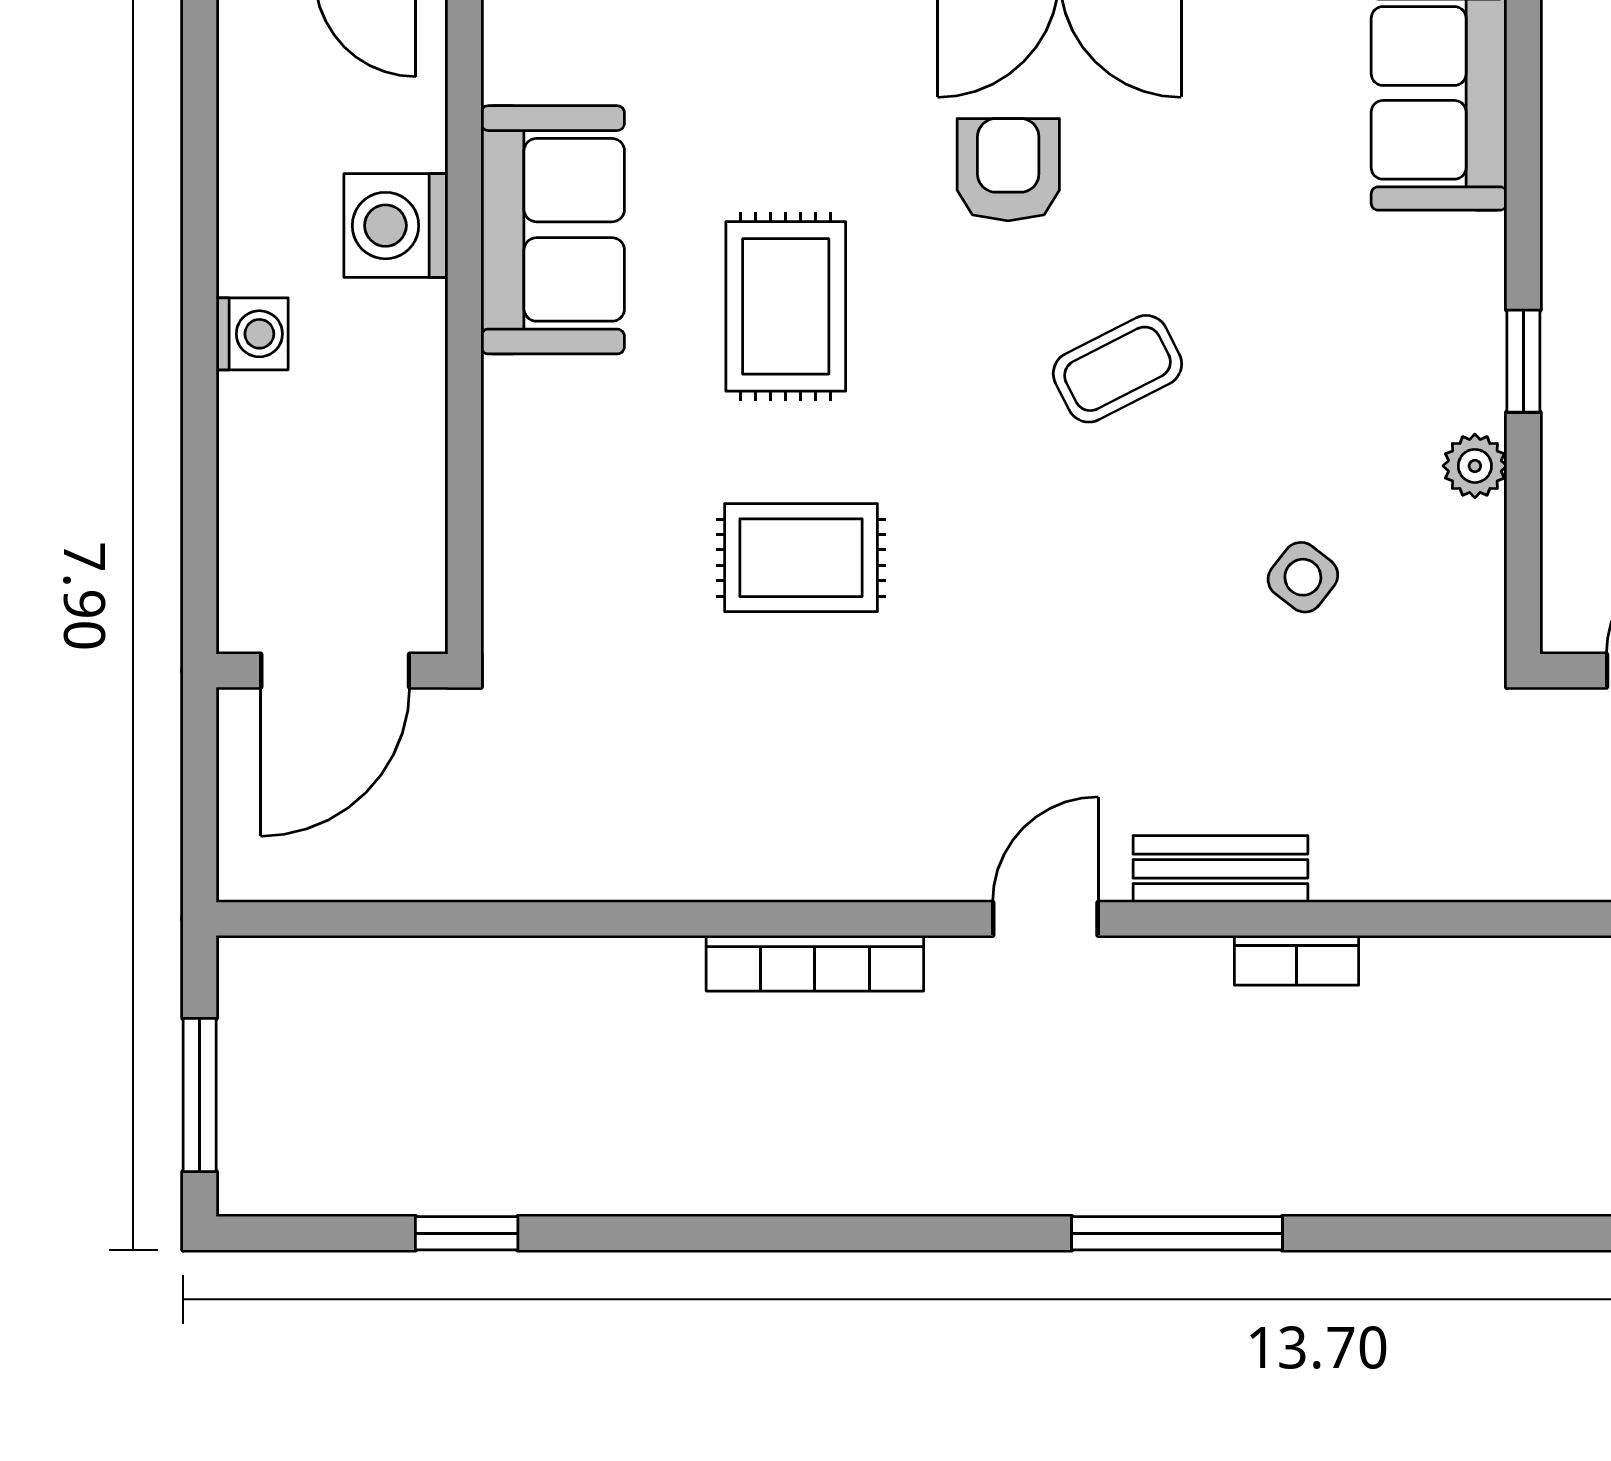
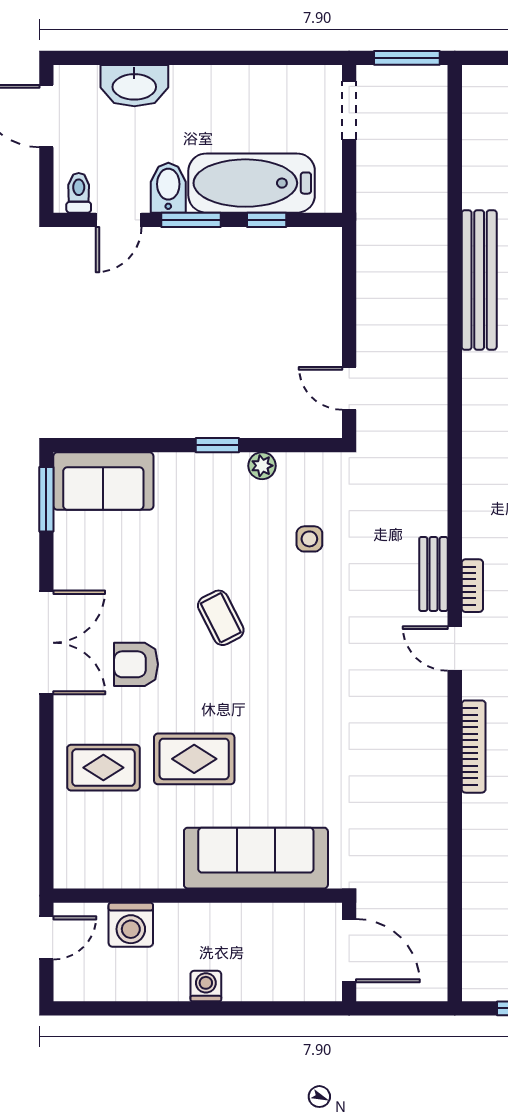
washing machine: (396, 226) -> (131, 925), moved
sofa: (553, 230) -> (256, 858), moved, width x1.36
rug: (801, 558) -> (103, 768), moved, turned 90
side table: (1303, 577) -> (309, 539), turned -38
bookcase: (1297, 960) -> (472, 586), moved

